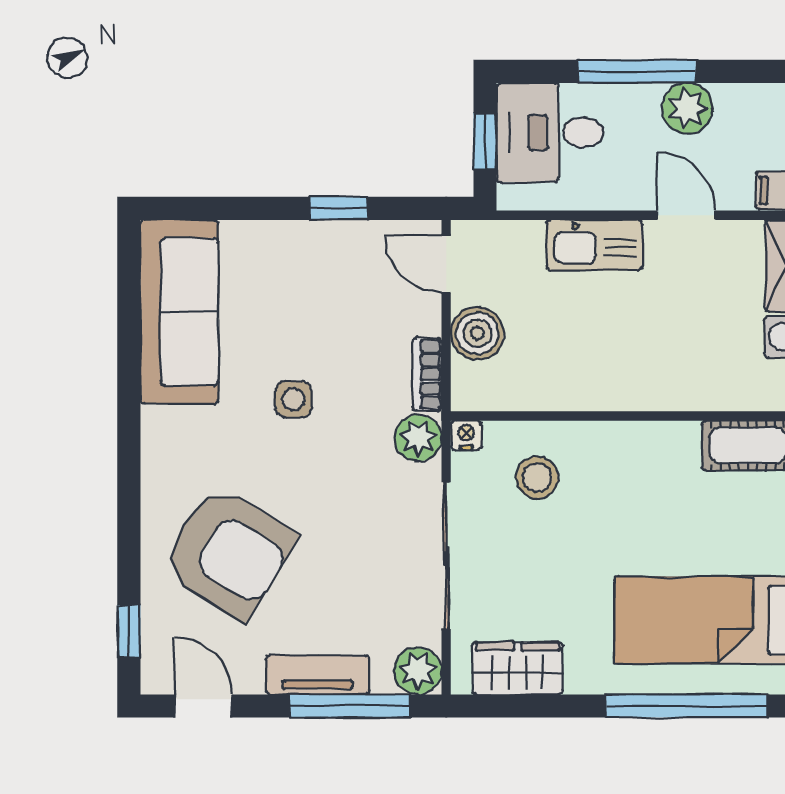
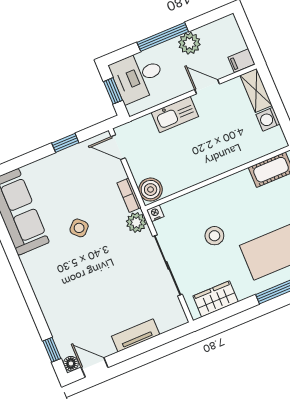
boiler: (477, 333) -> (151, 190), moved
side table: (293, 399) -> (79, 228), turned 45
stool: (537, 477) -> (214, 236), moved
armchair: (229, 552) -> (79, 301), removed
plant: (418, 671) -> (176, 317), removed
floor lamp: (157, 677) -> (71, 364), added
window: (350, 706) -> (154, 343), removed

